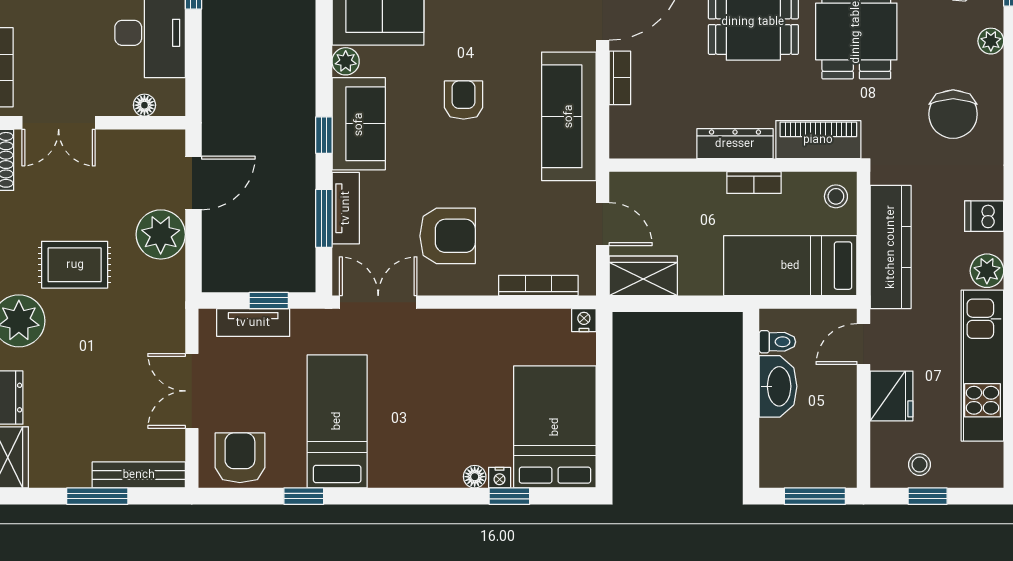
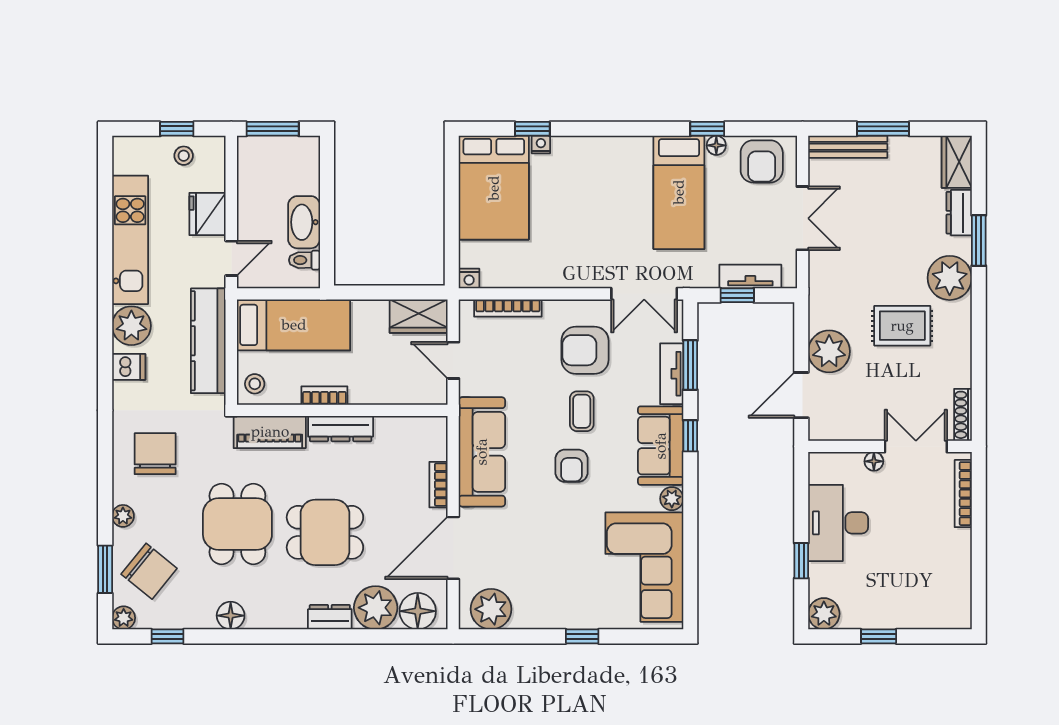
floor lamp: (144, 105) -> (874, 461), moved
coffee table: (451, 164) -> (582, 411), added
plant: (987, 271) -> (131, 326), width x1.36, depth x1.36
floor lamp: (475, 477) -> (716, 145), moved

